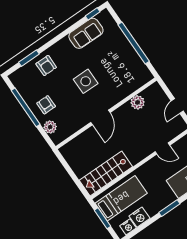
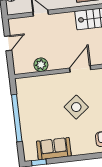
side table: (86, 81) -> (76, 107), turned -38

